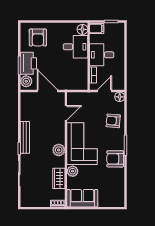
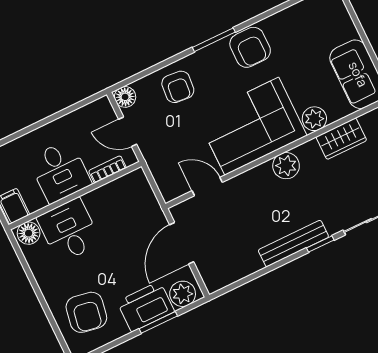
armchair: (38, 38) -> (86, 312), turned 100

